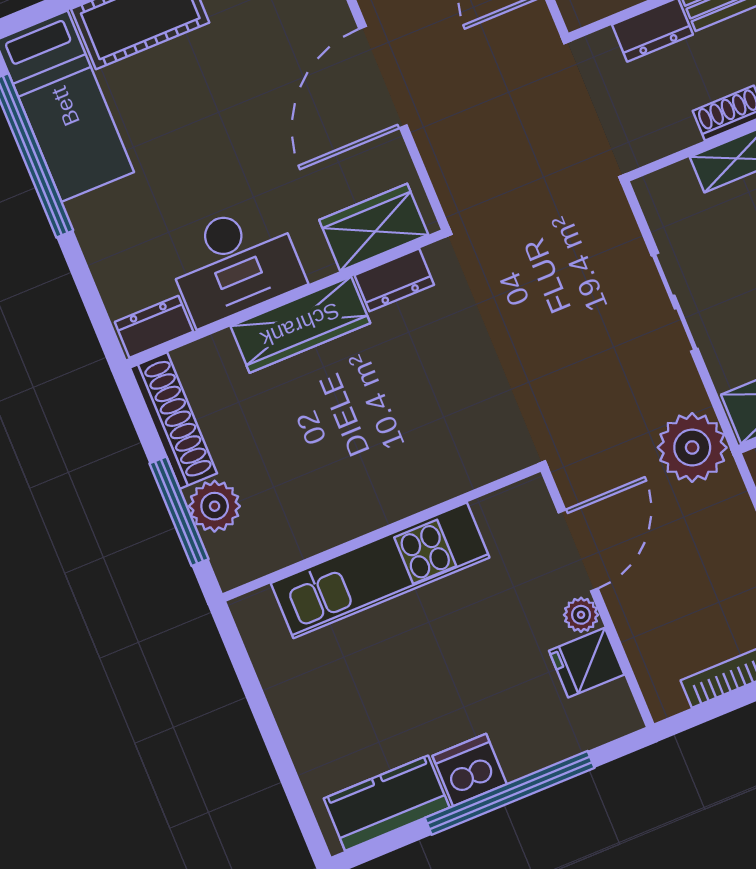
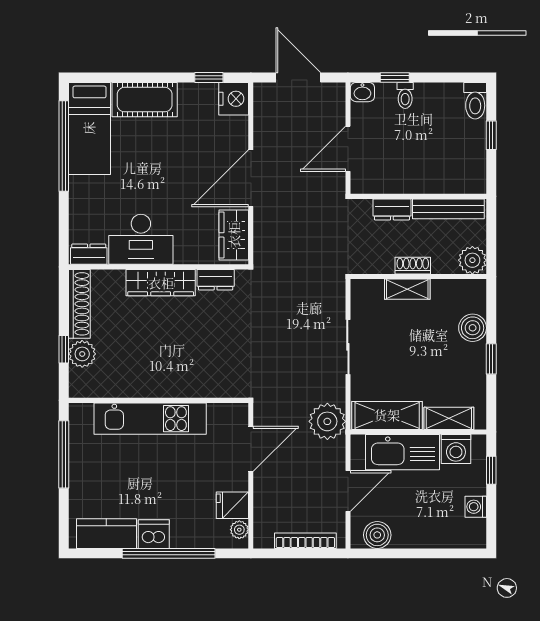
wardrobe: (374, 227) -> (234, 235), moved, turned -90
window: (179, 511) -> (64, 349), width x0.46
plant: (581, 615) -> (239, 530), moved
window: (255, 695) -> (64, 454), added

